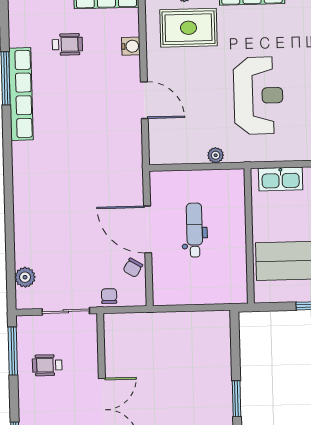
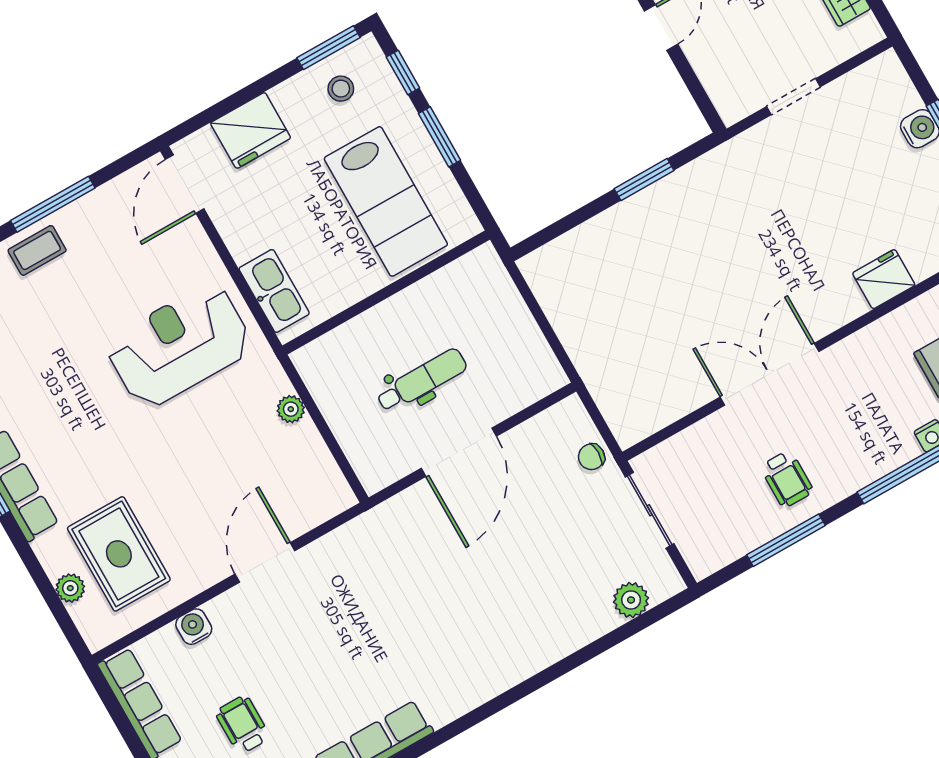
reception desk: (258, 96) -> (179, 346), moved
dental chair: (195, 230) -> (422, 380), turned 180
chair: (133, 268) -> (529, 444), removed
window: (13, 351) -> (786, 540), moved
wheelchair: (47, 365) -> (787, 479), moved

